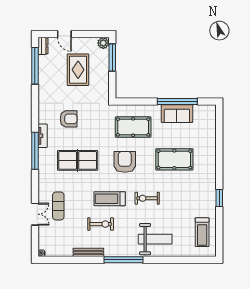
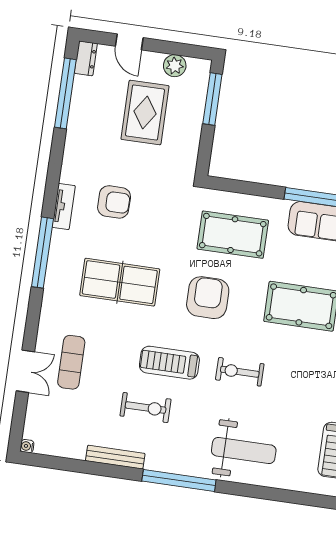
plant: (103, 43) -> (175, 66), moved
tv unit: (43, 136) -> (64, 207), moved

